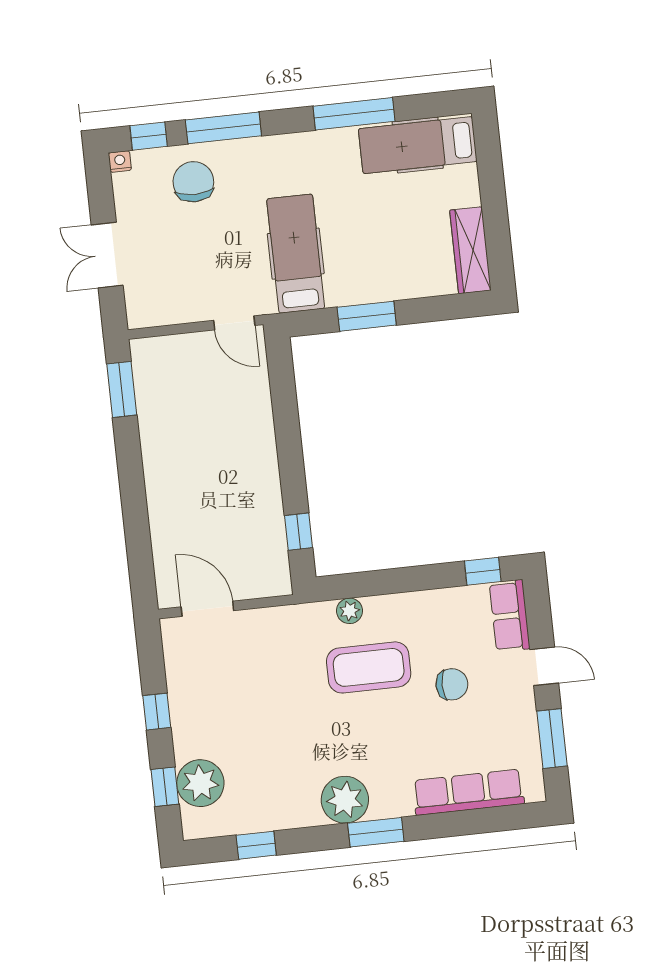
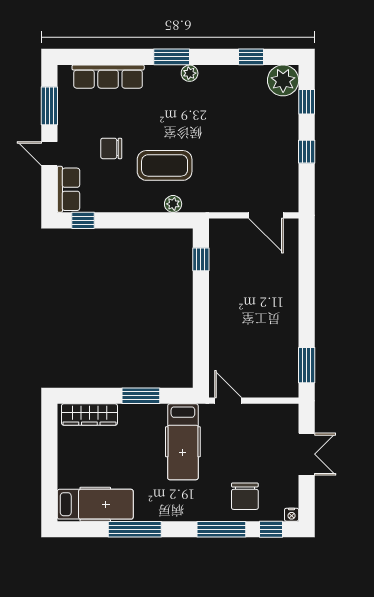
wardrobe: (470, 250) -> (89, 414), moved, turned 90
plant: (200, 783) -> (283, 80), moved
plant: (345, 800) -> (190, 73), width x0.53, depth x0.53

